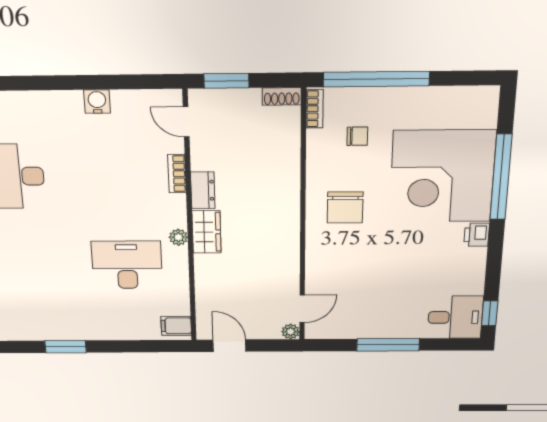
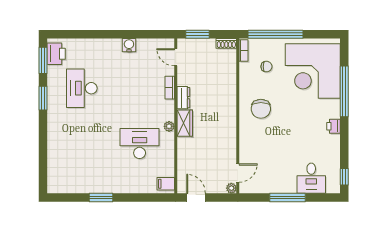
corner desk: (442, 176) -> (313, 71), moved
desk: (455, 317) -> (311, 178), moved, turned 90

